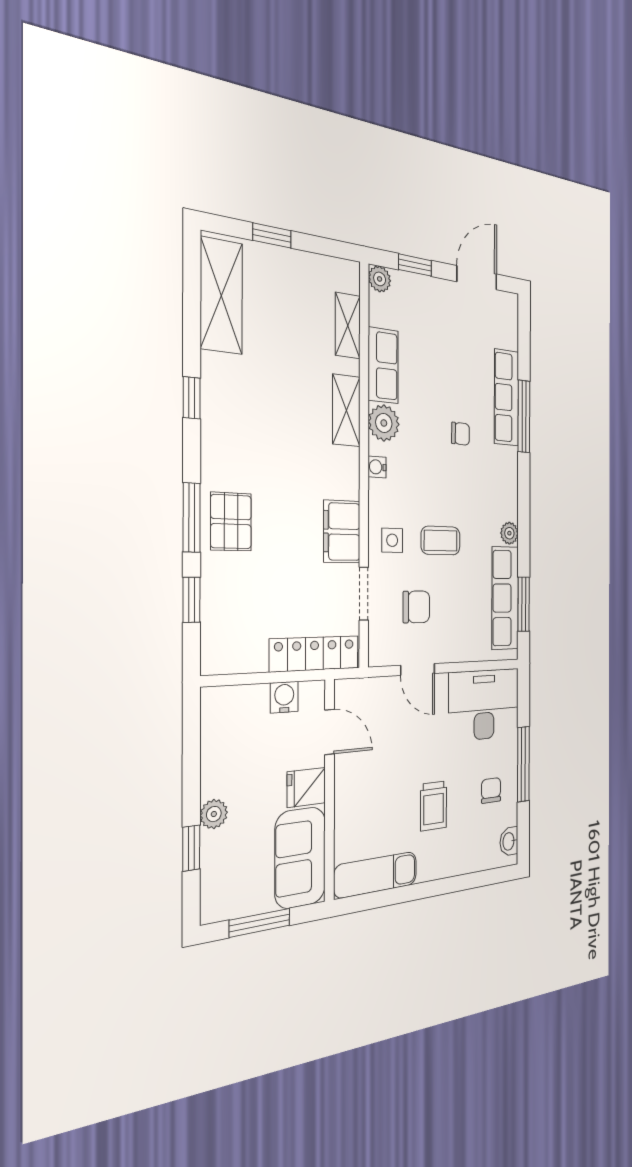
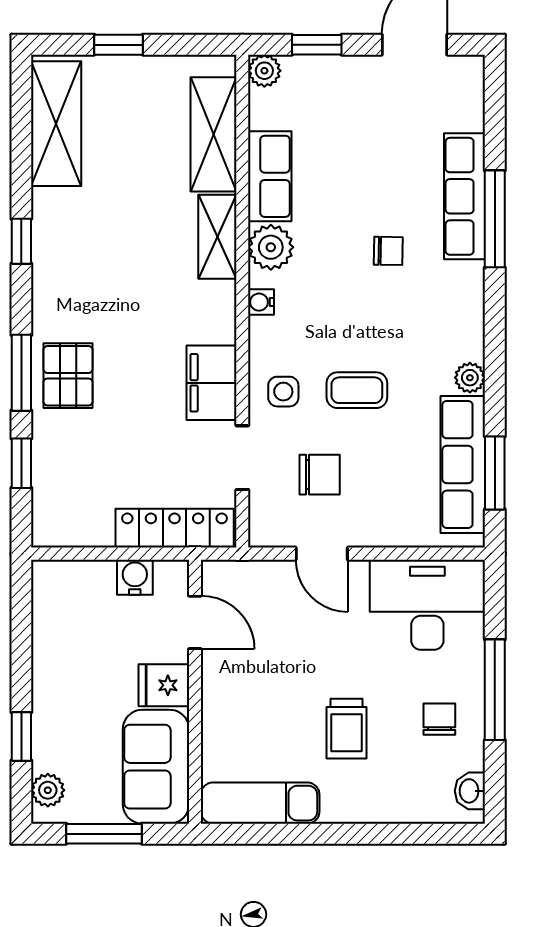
shelving: (348, 326) -> (214, 134), width x1.50, depth x1.33
plant: (214, 814) -> (48, 790), moved

